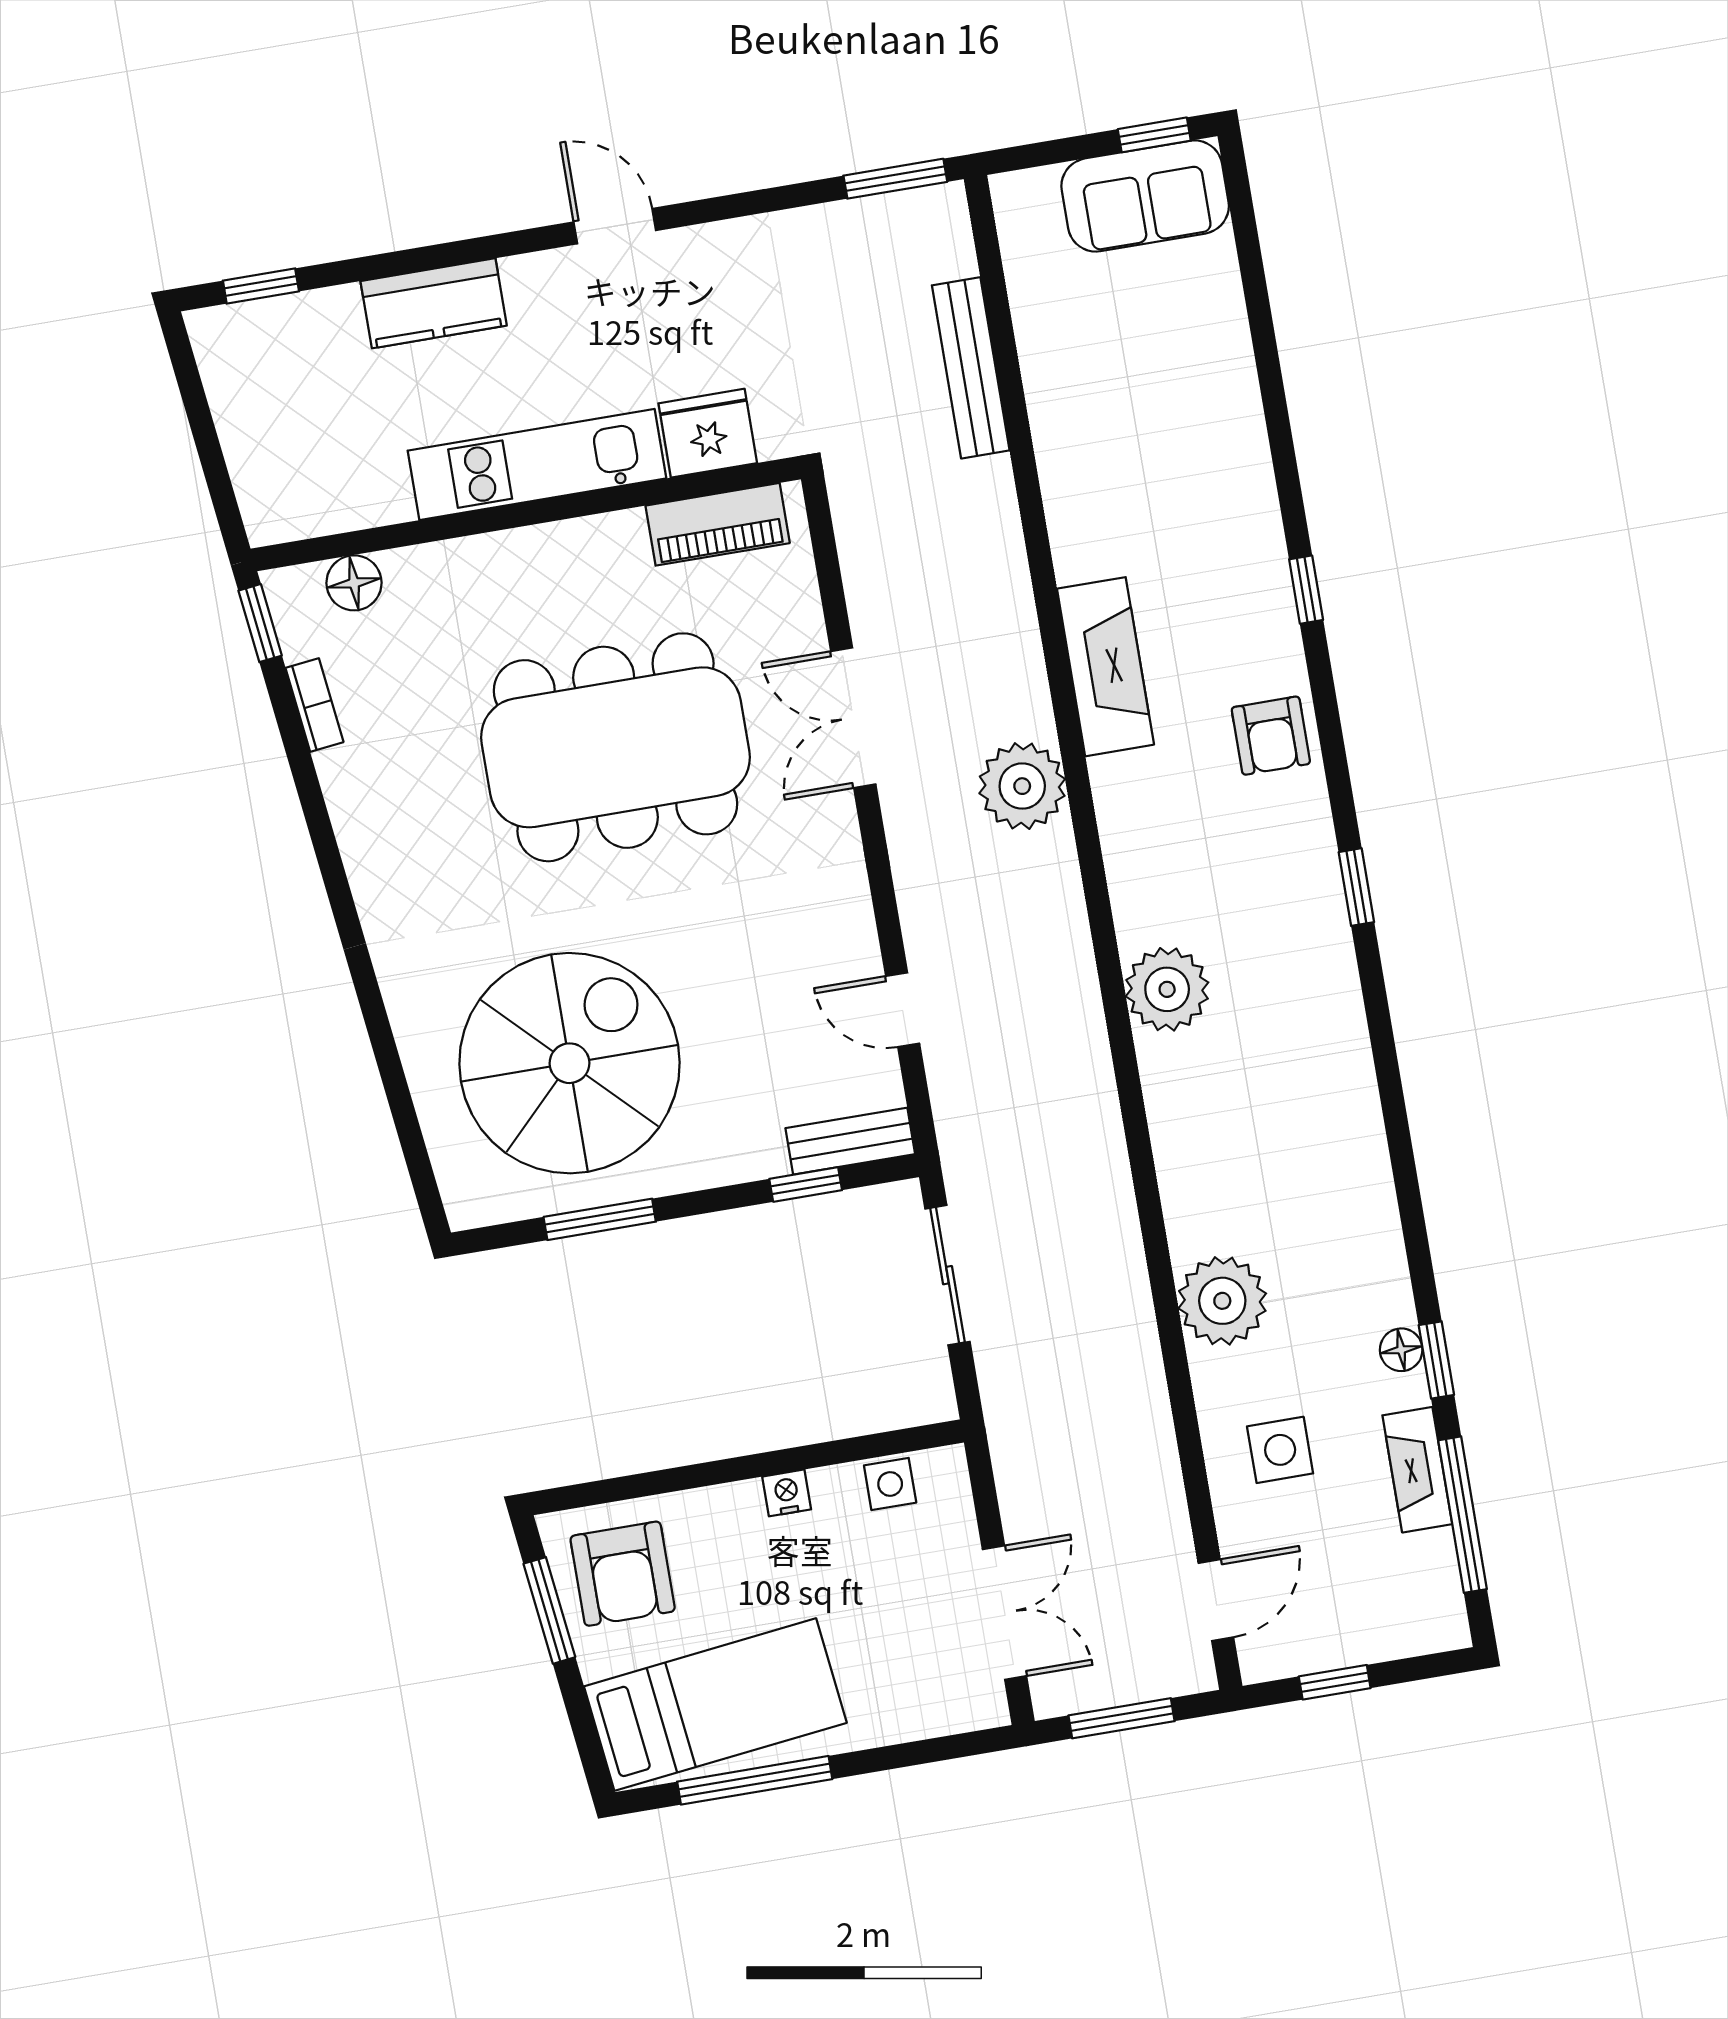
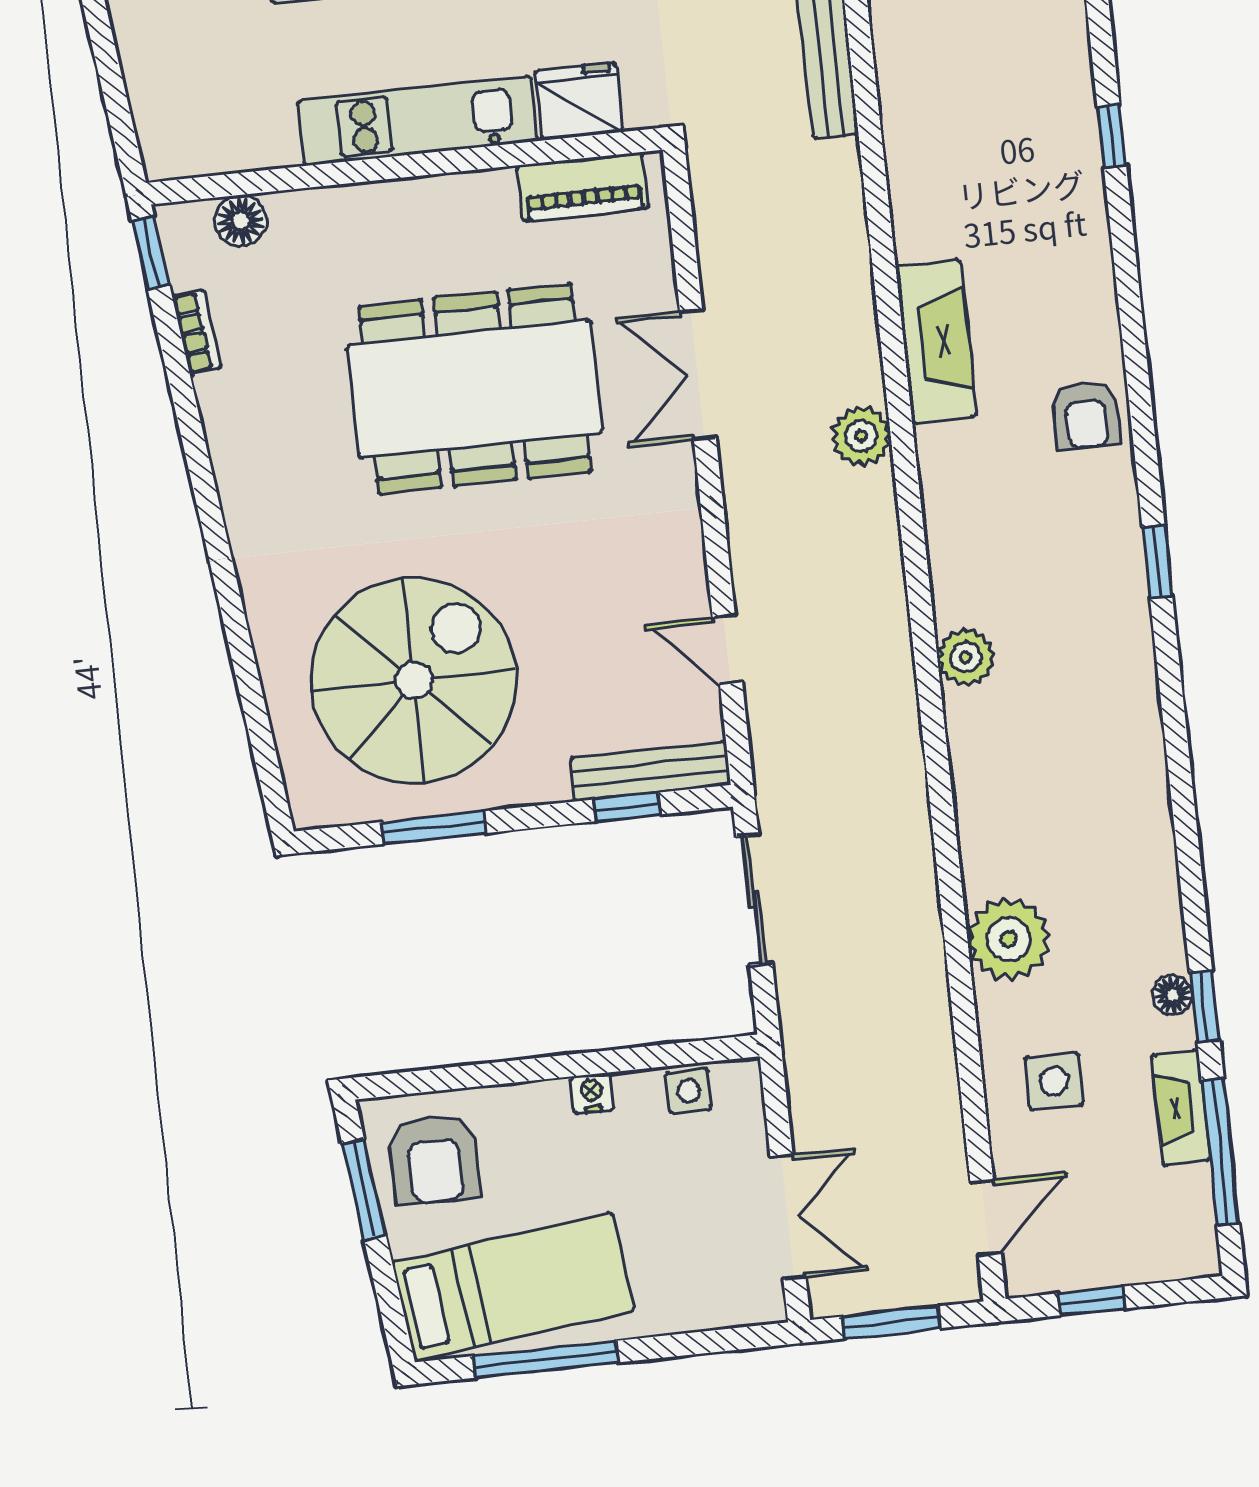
window: (1306, 590) -> (1112, 136), moved
plant: (1022, 786) -> (861, 436), width x0.73, depth x0.73
plant: (1167, 989) -> (966, 657), width x0.73, depth x0.73
bench: (850, 1141) -> (650, 771), width x1.36

